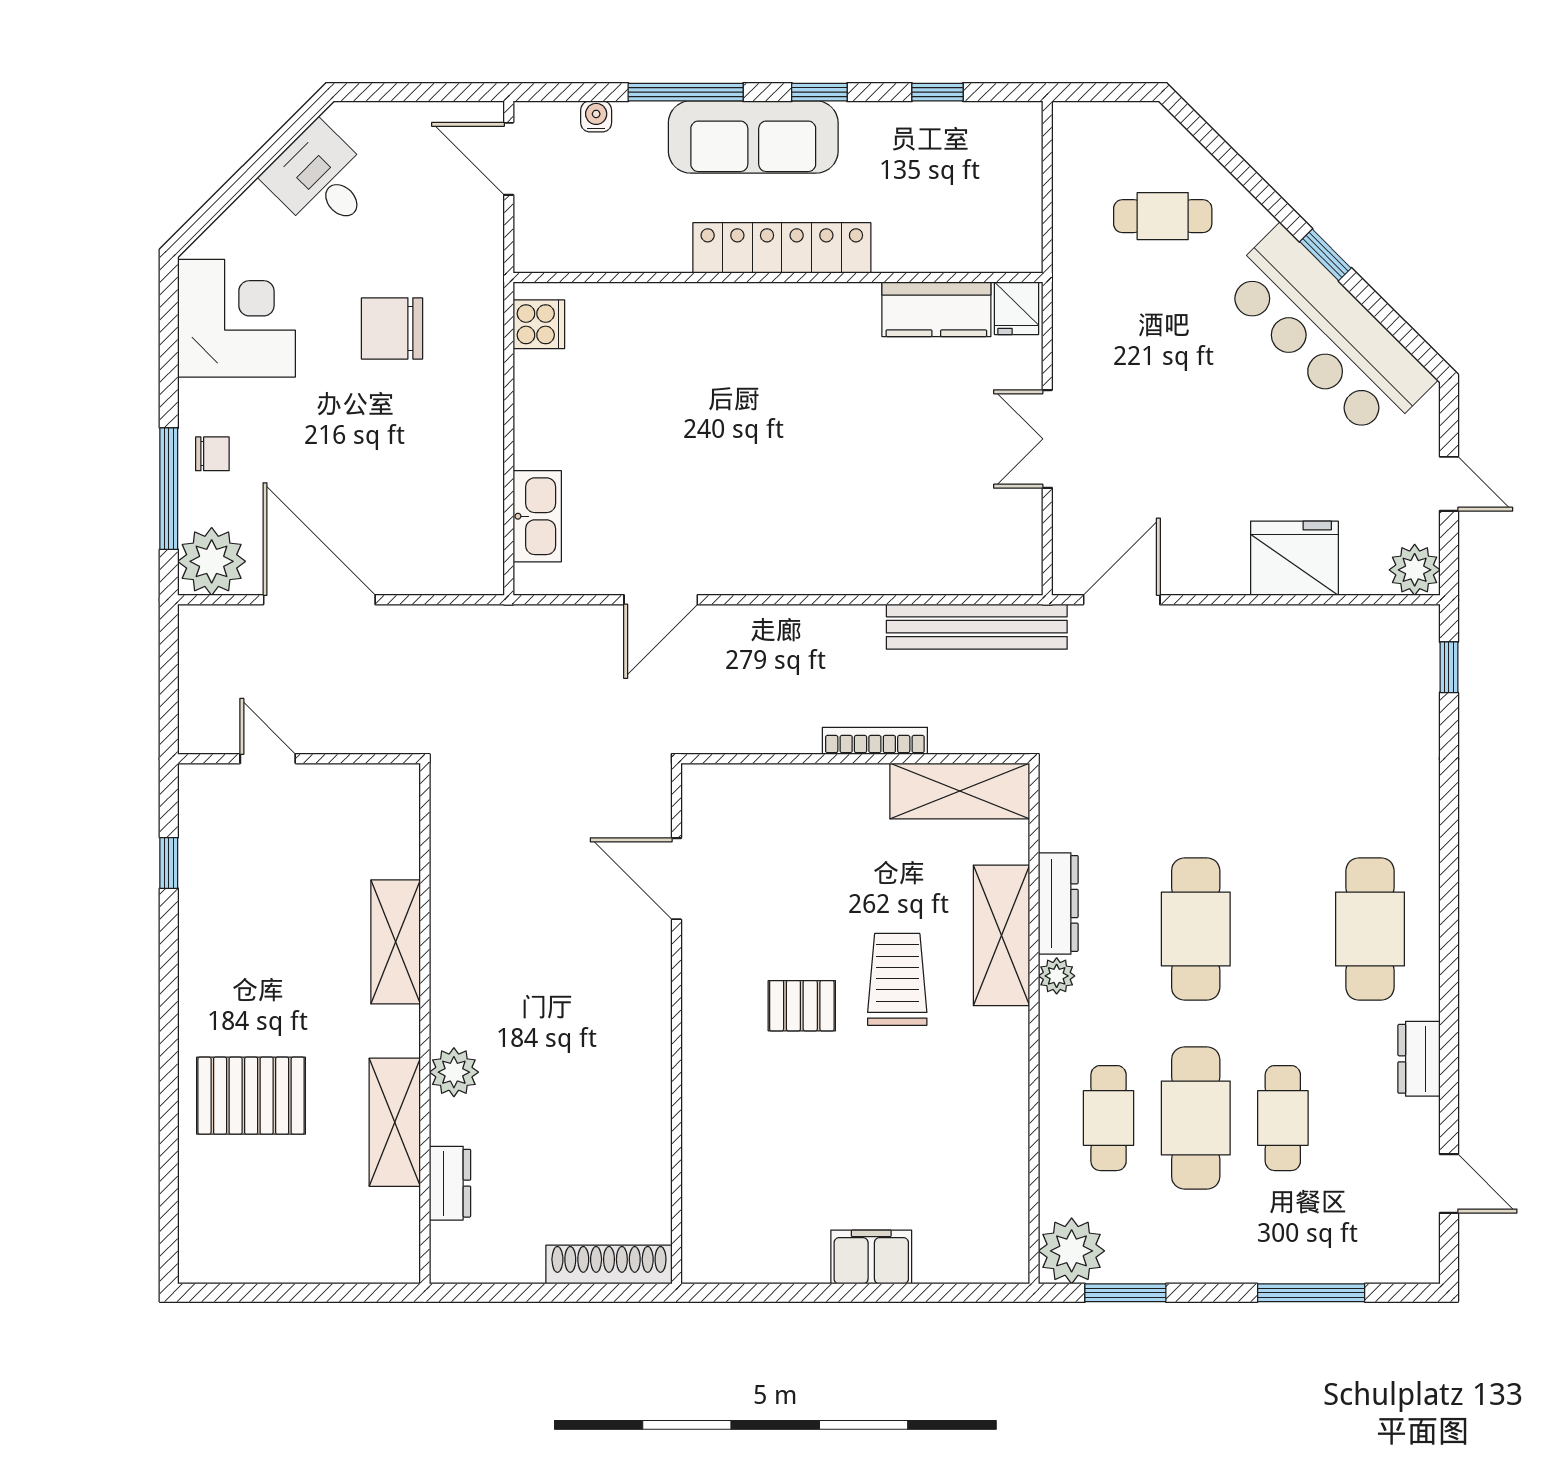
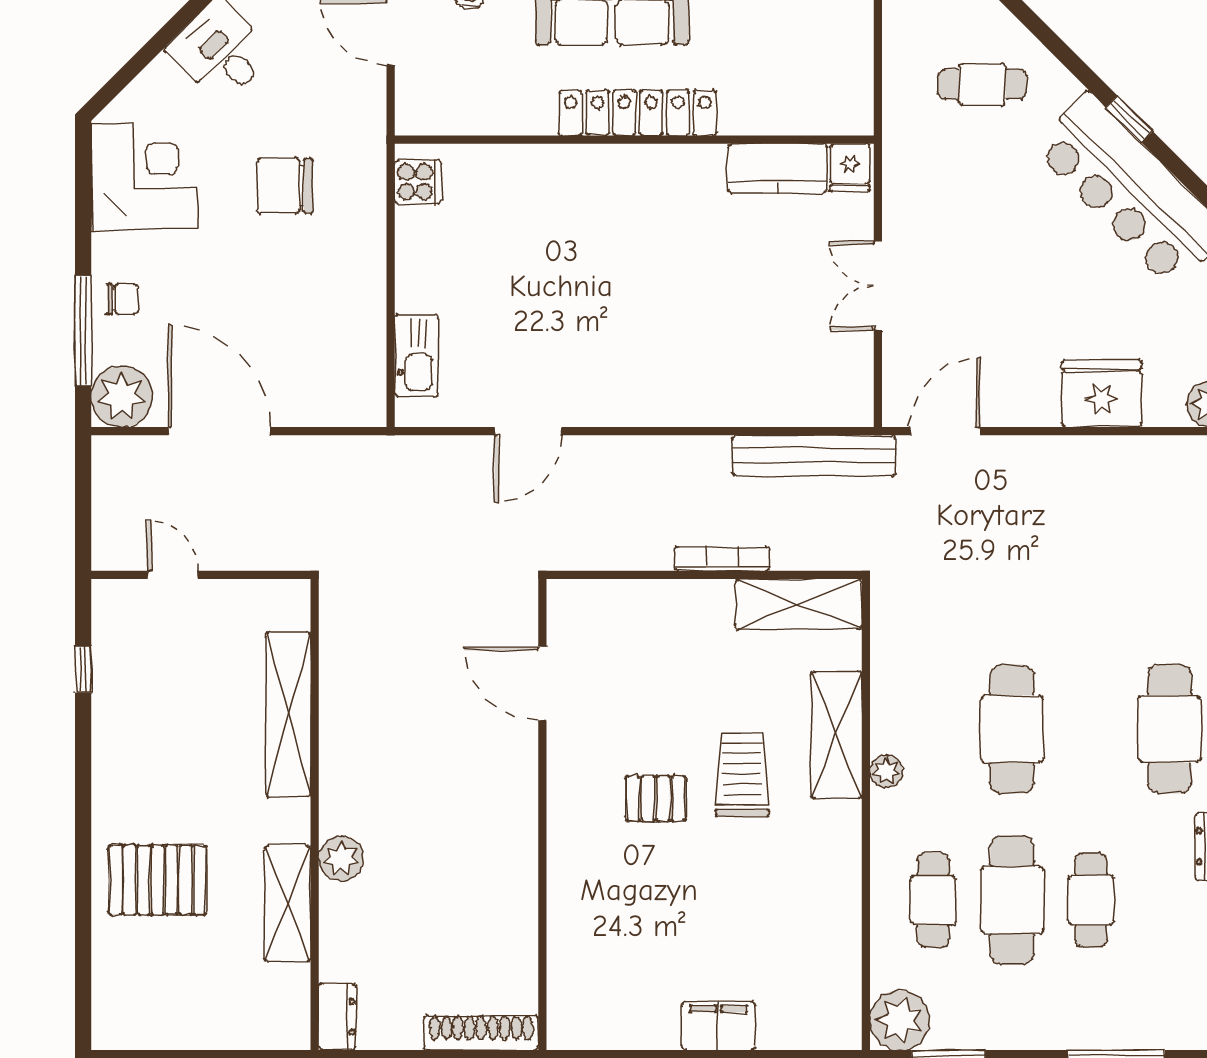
dresser: (1058, 903) -> (888, 706), removed
shelving: (396, 942) -> (288, 714), width x1.47
dresser: (450, 1183) -> (337, 1017), moved

